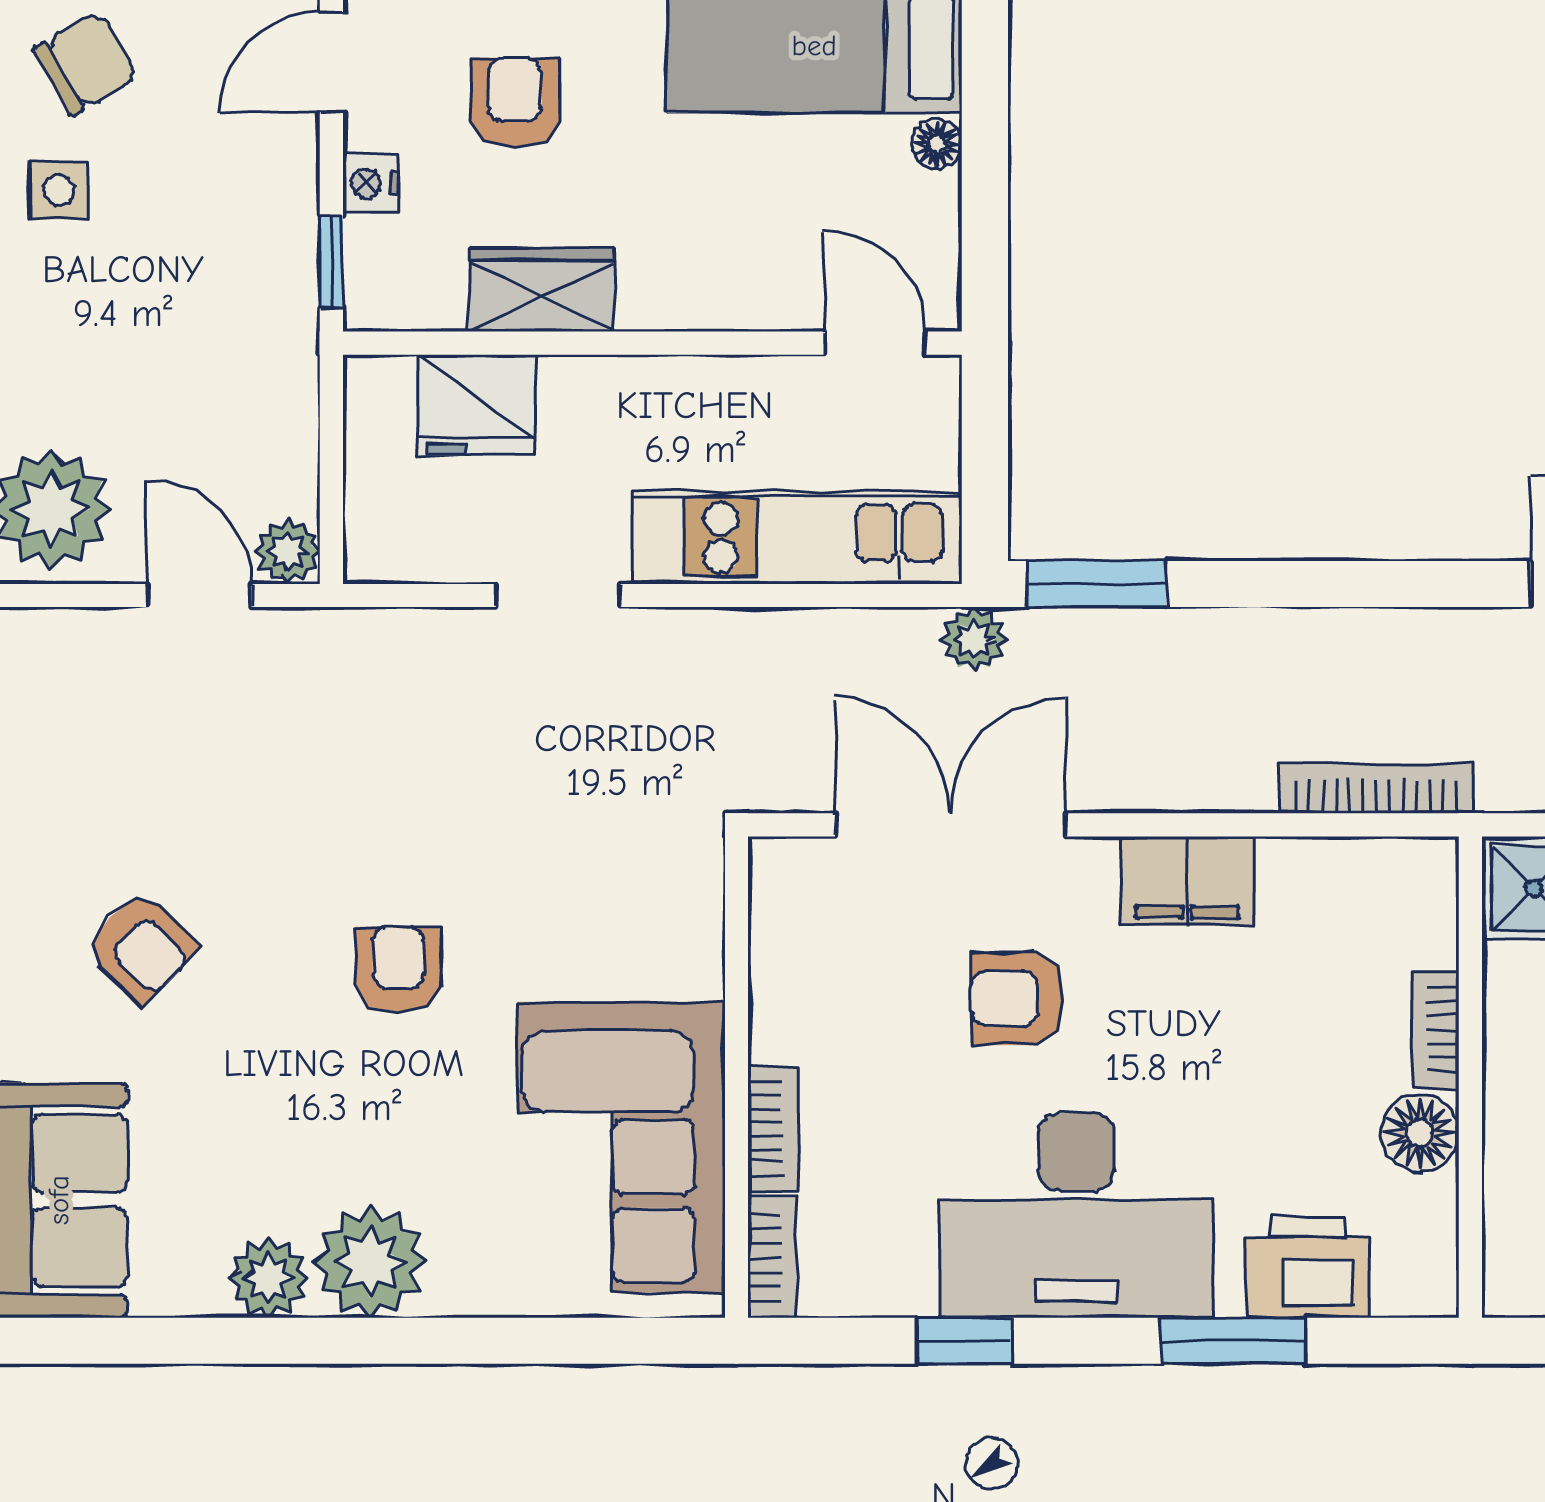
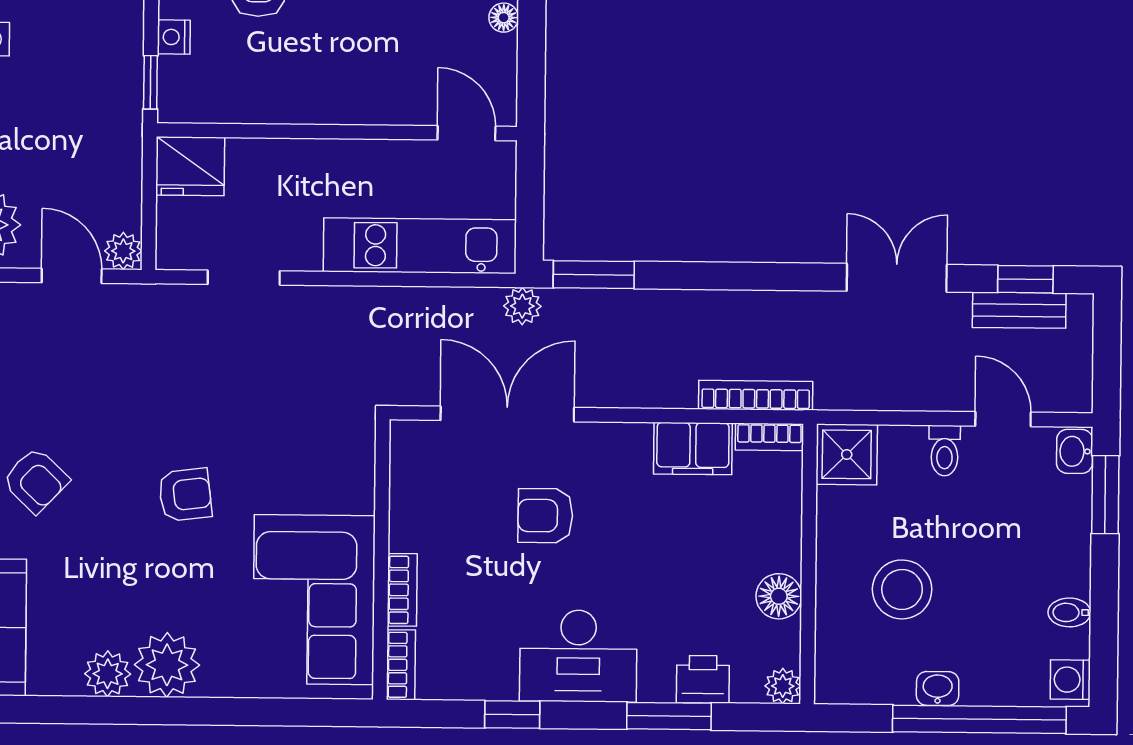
wardrobe: (541, 290) -> (273, 100), removed
fridge: (476, 405) -> (190, 166), moved
doorway: (558, 595) -> (244, 278), moved
filing cabinet: (1187, 881) -> (693, 449), moved
armchair: (398, 969) -> (185, 495), turned 83
bookcase: (1436, 1030) -> (769, 437), moved, turned -90
desk: (1076, 1216) -> (578, 656), width x0.73, depth x0.77
printer: (1307, 1267) -> (703, 679), width x0.73, depth x0.81
plant: (1428, 1287) -> (783, 686), added

